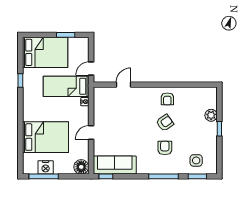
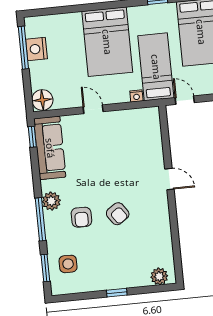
door: (123, 85) -> (169, 179), moved
armchair: (167, 99) -> (152, 214), removed
plant: (211, 115) -> (159, 276), moved
bed: (45, 137) -> (107, 42), moved
armchair: (165, 148) -> (81, 217), turned 90
plant: (152, 168) -> (51, 201), added

